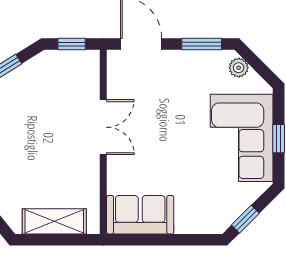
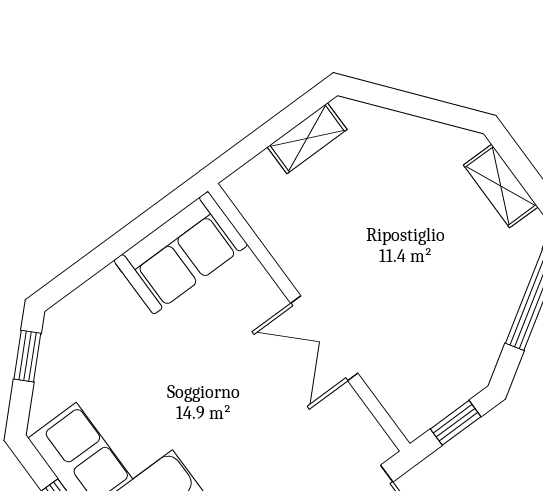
shelving: (54, 221) -> (307, 138), width x0.67, depth x0.75

